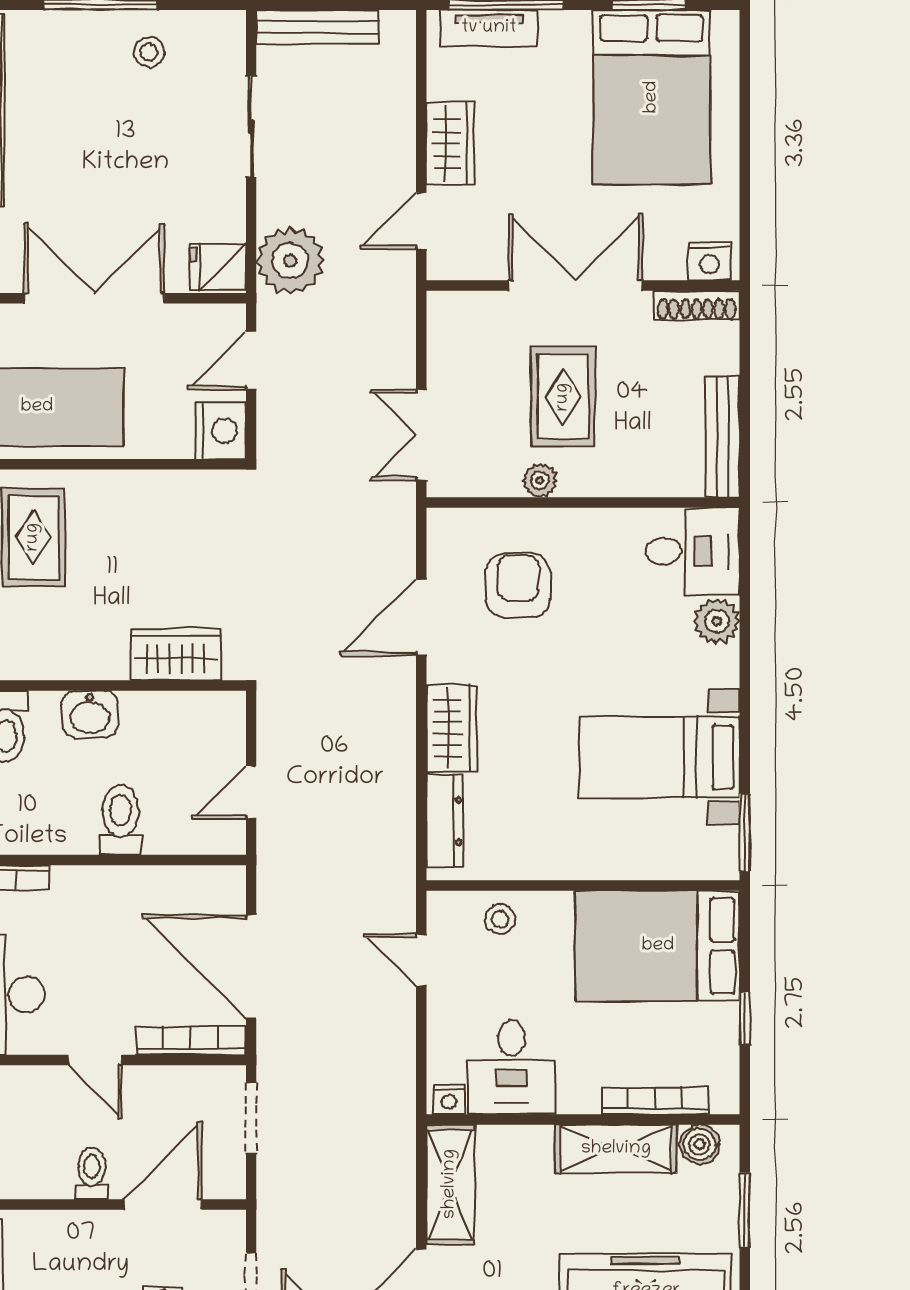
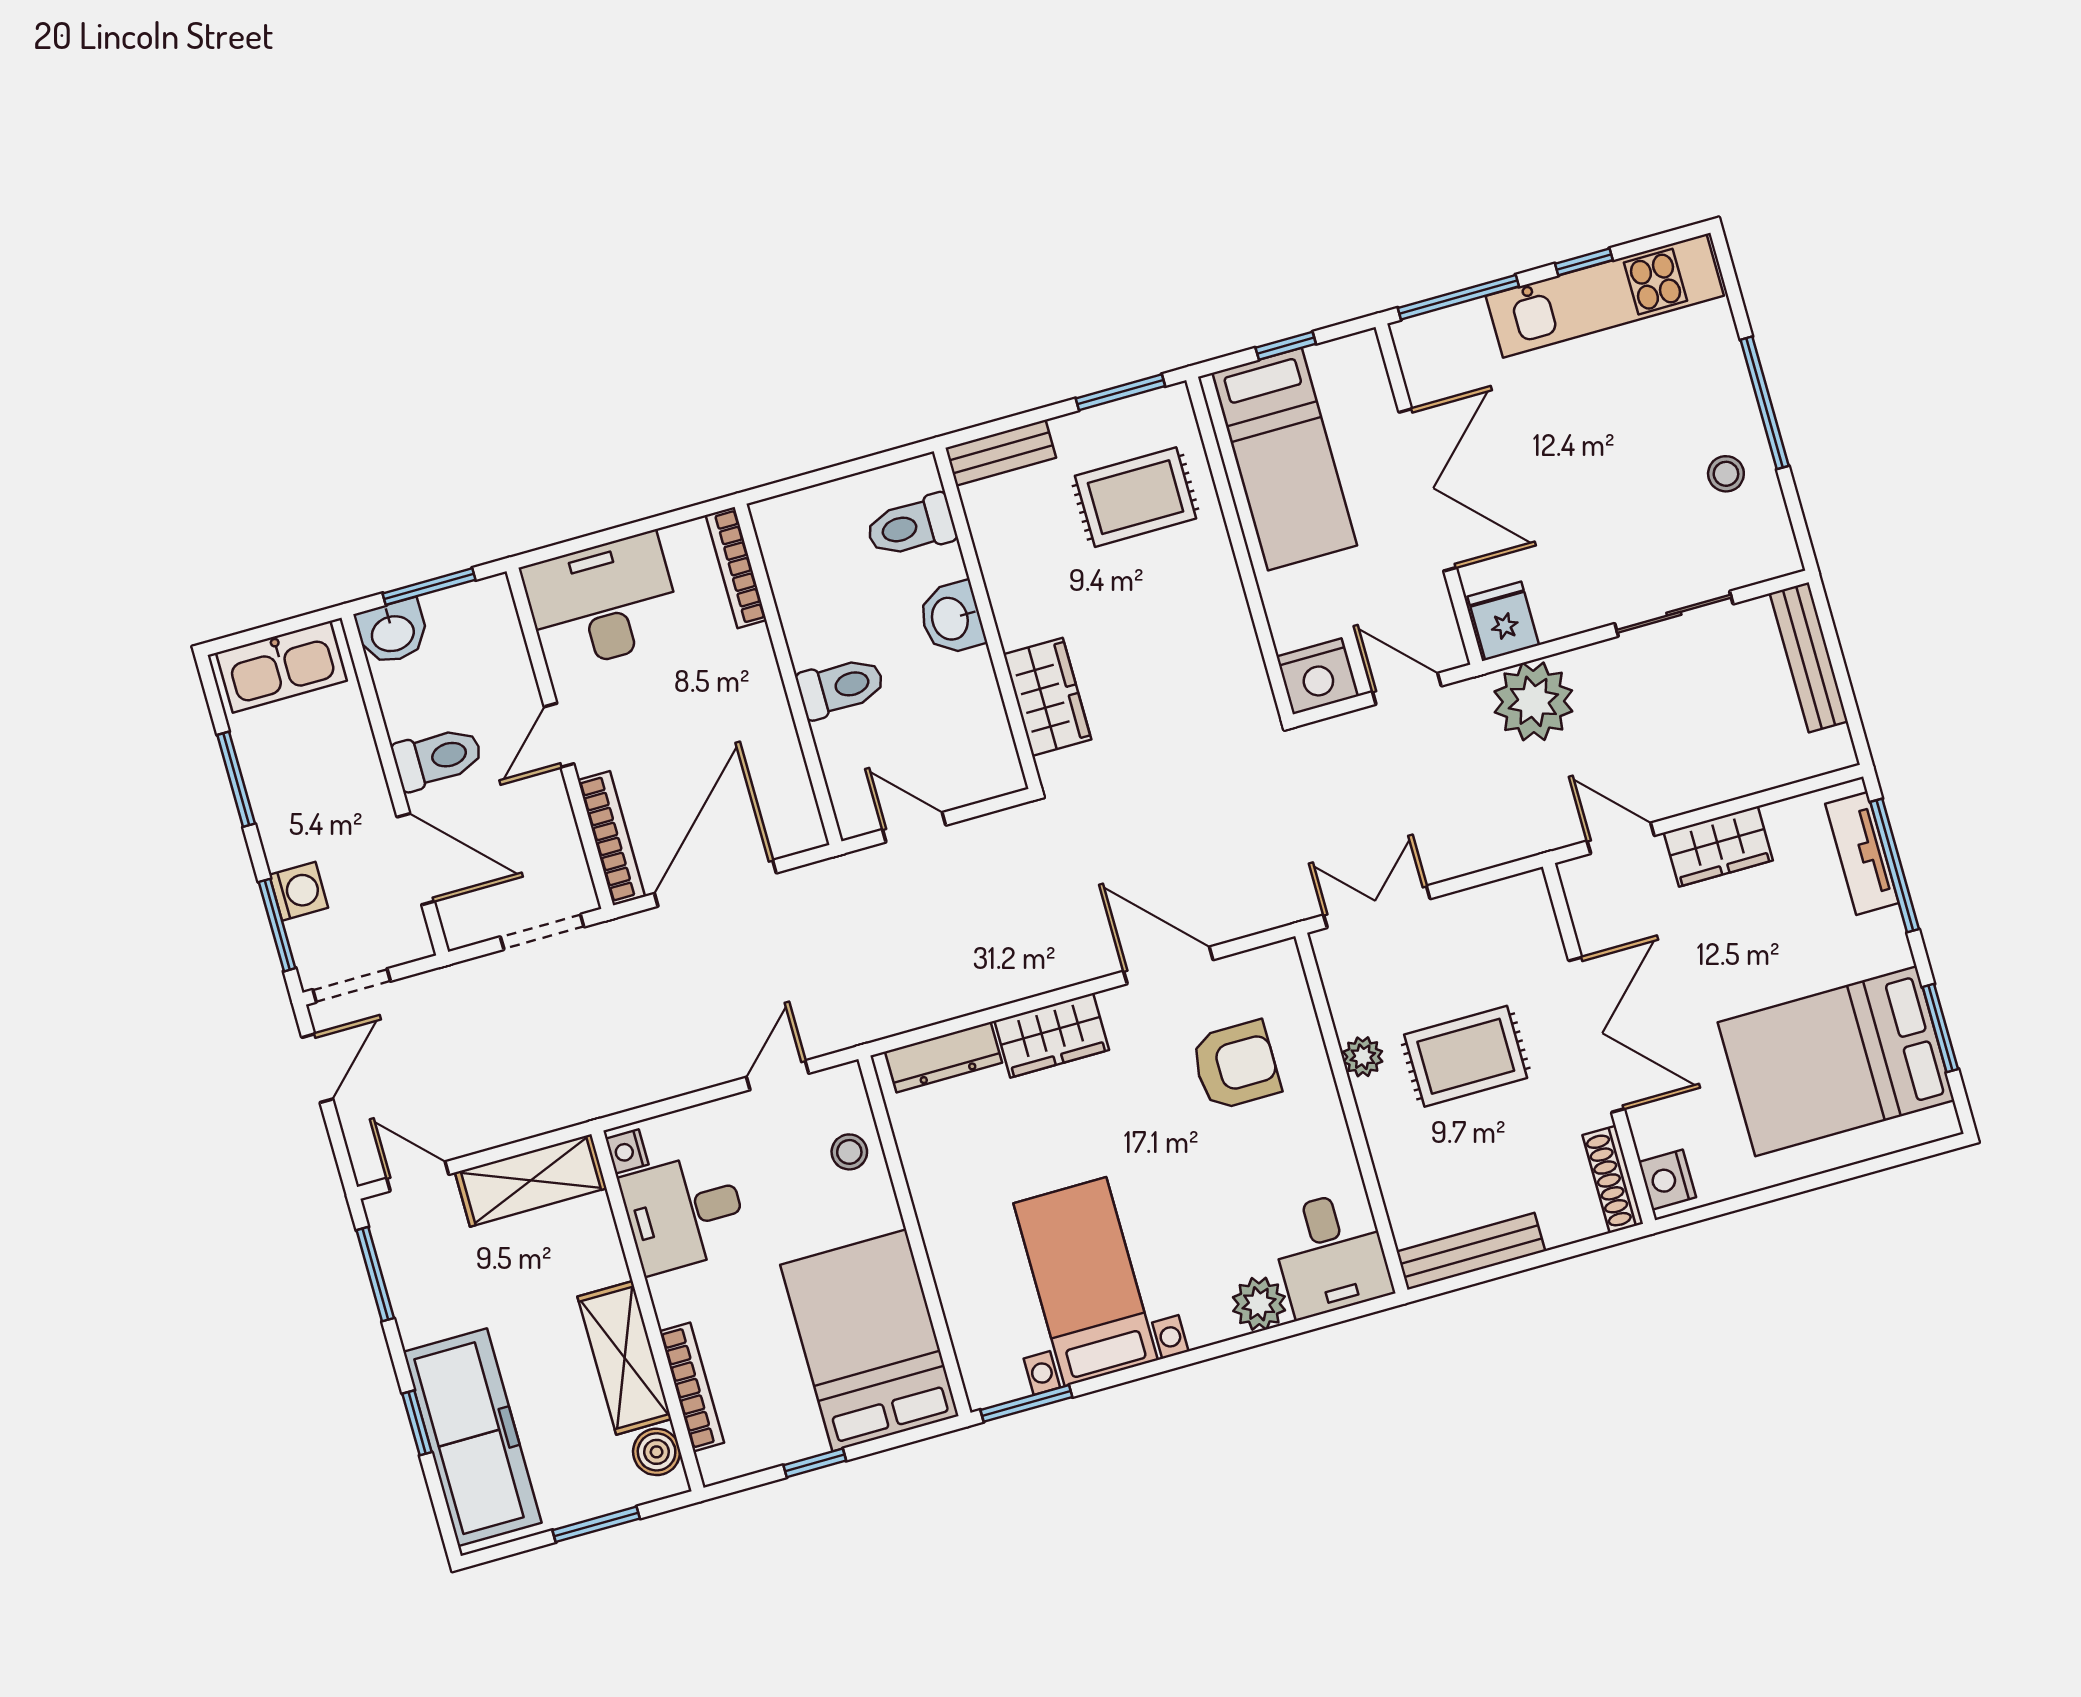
toilet: (92, 1174) -> (438, 758), width x1.37, depth x1.39

